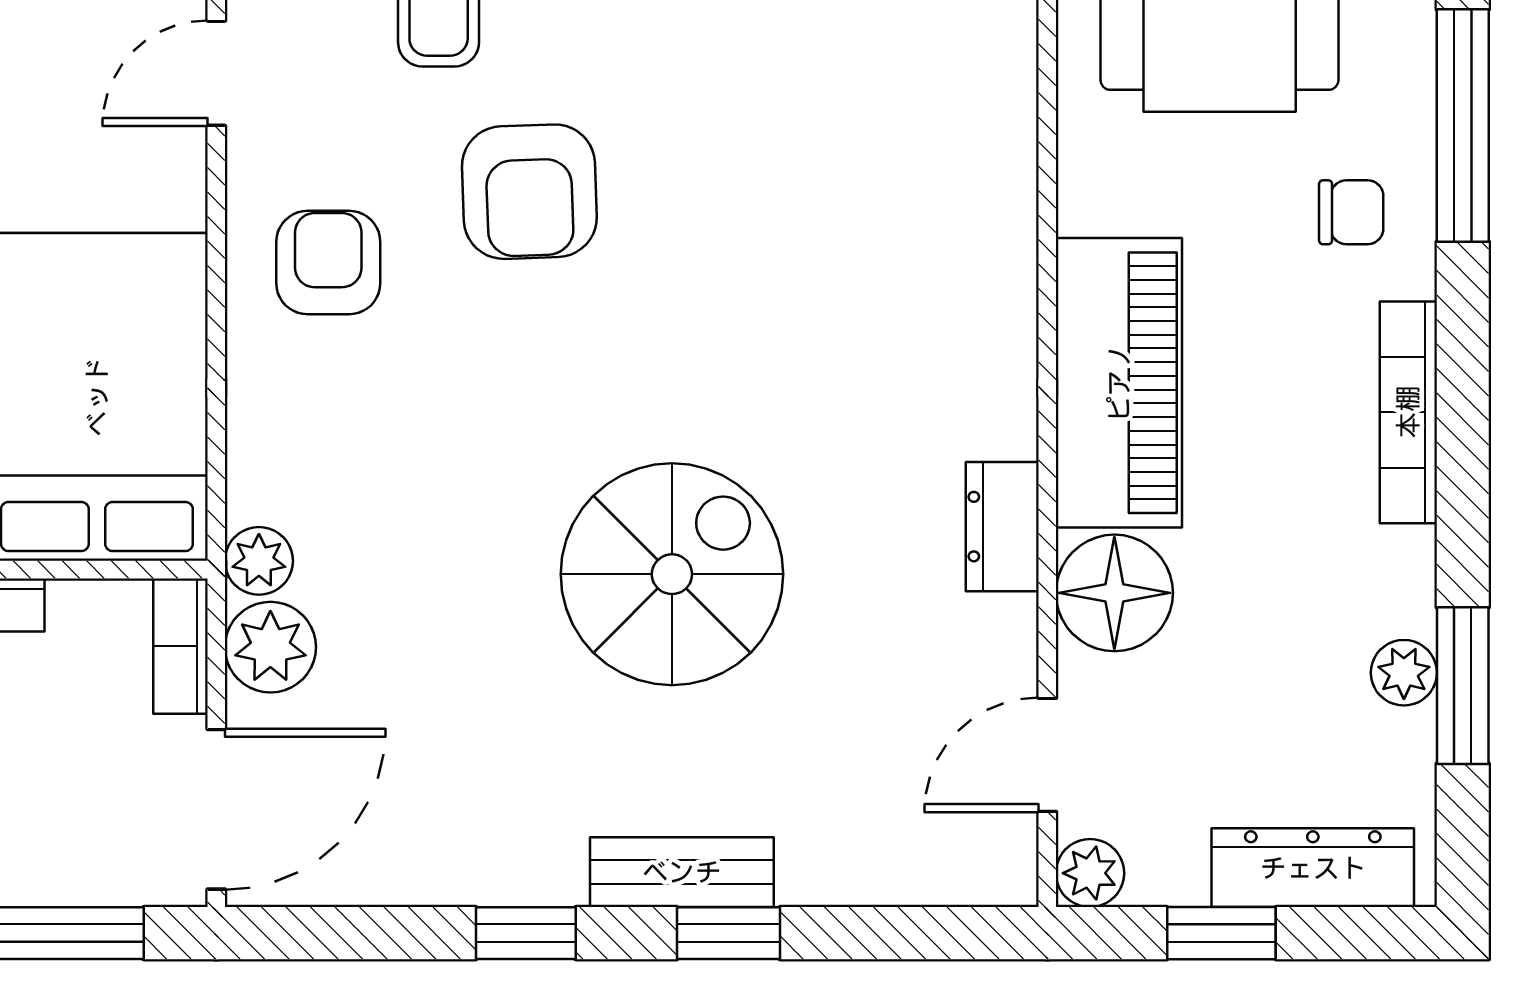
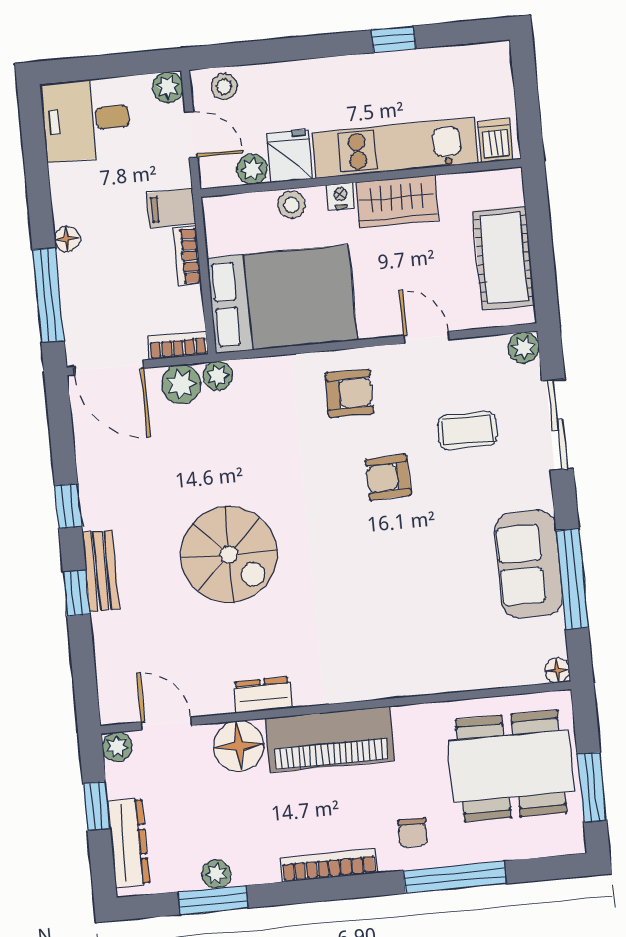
armchair: (529, 192) -> (388, 477), width x0.72, depth x0.72

